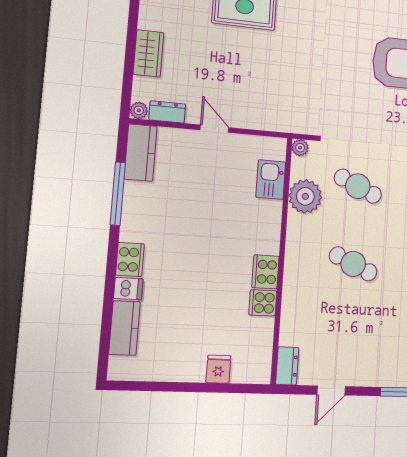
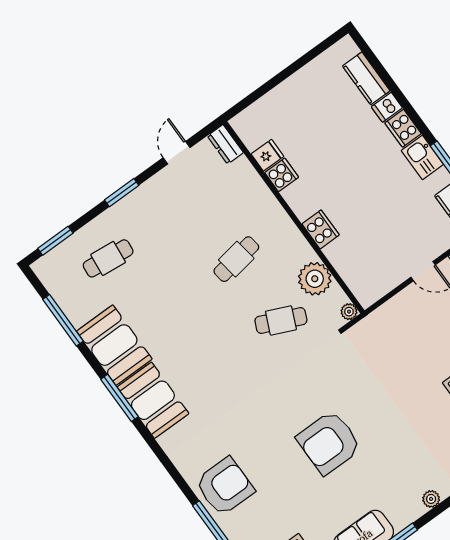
kitchen sink: (271, 180) -> (422, 157), moved, turned 180
cafe table: (353, 264) -> (236, 259), turned -33
cooker: (265, 272) -> (321, 229), moved
fridge: (218, 369) -> (267, 155), moved, turned -90

